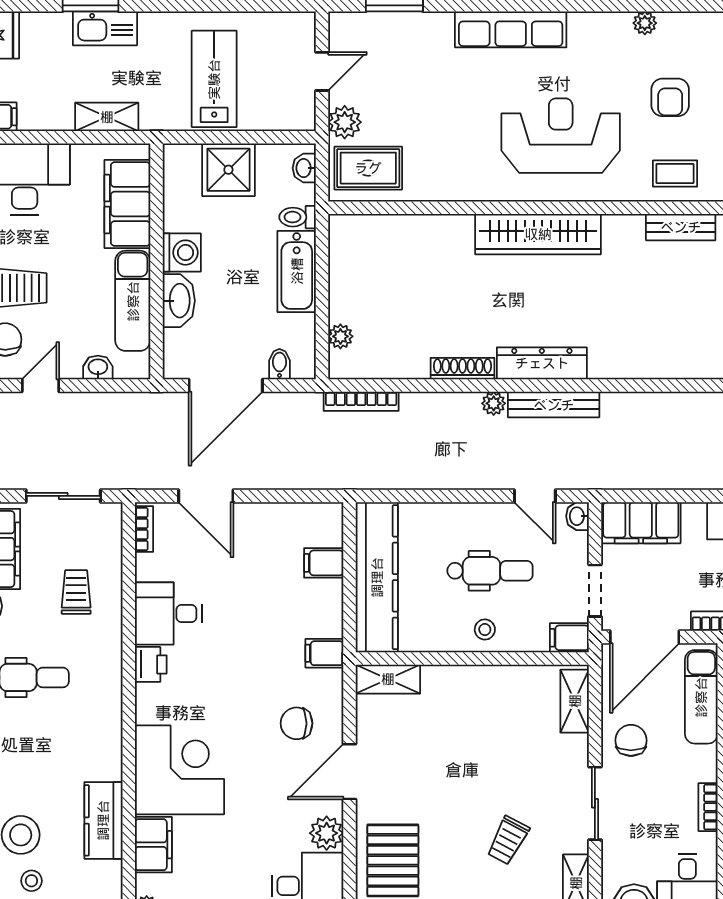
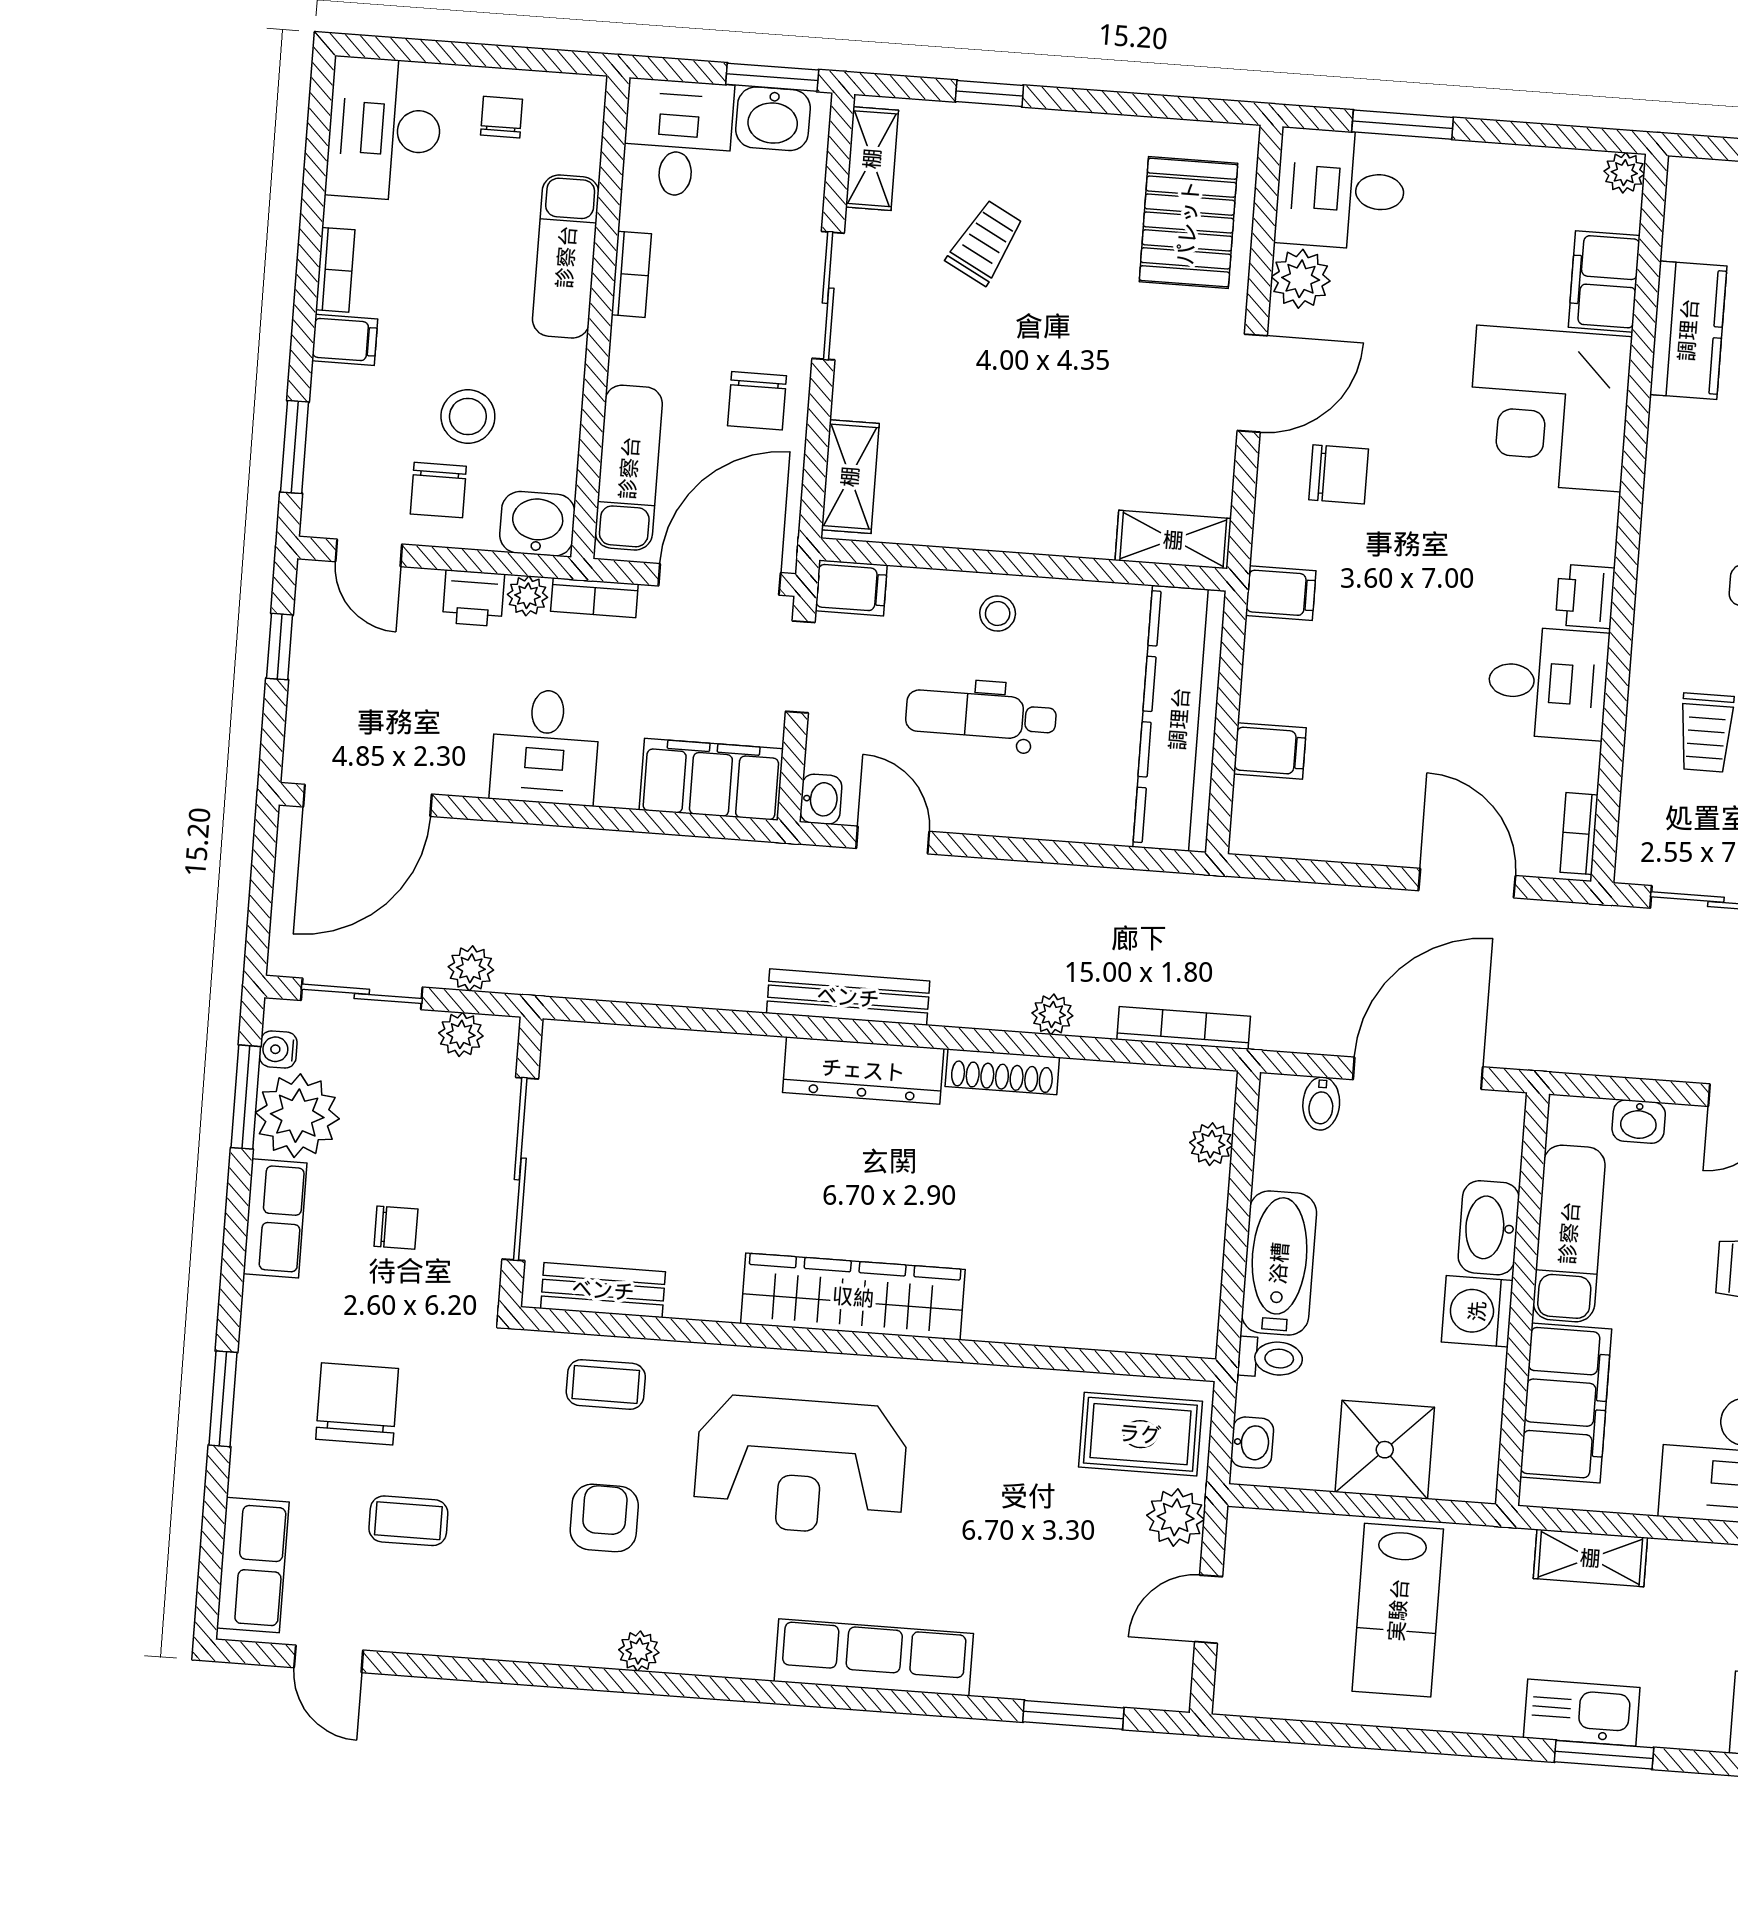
plant: (494, 403) -> (1052, 1014), moved

